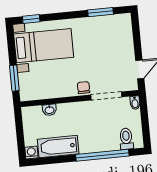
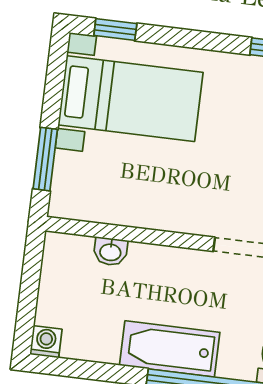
chair: (84, 88) -> (202, 217), removed
bathtub: (58, 147) -> (170, 349), moved

